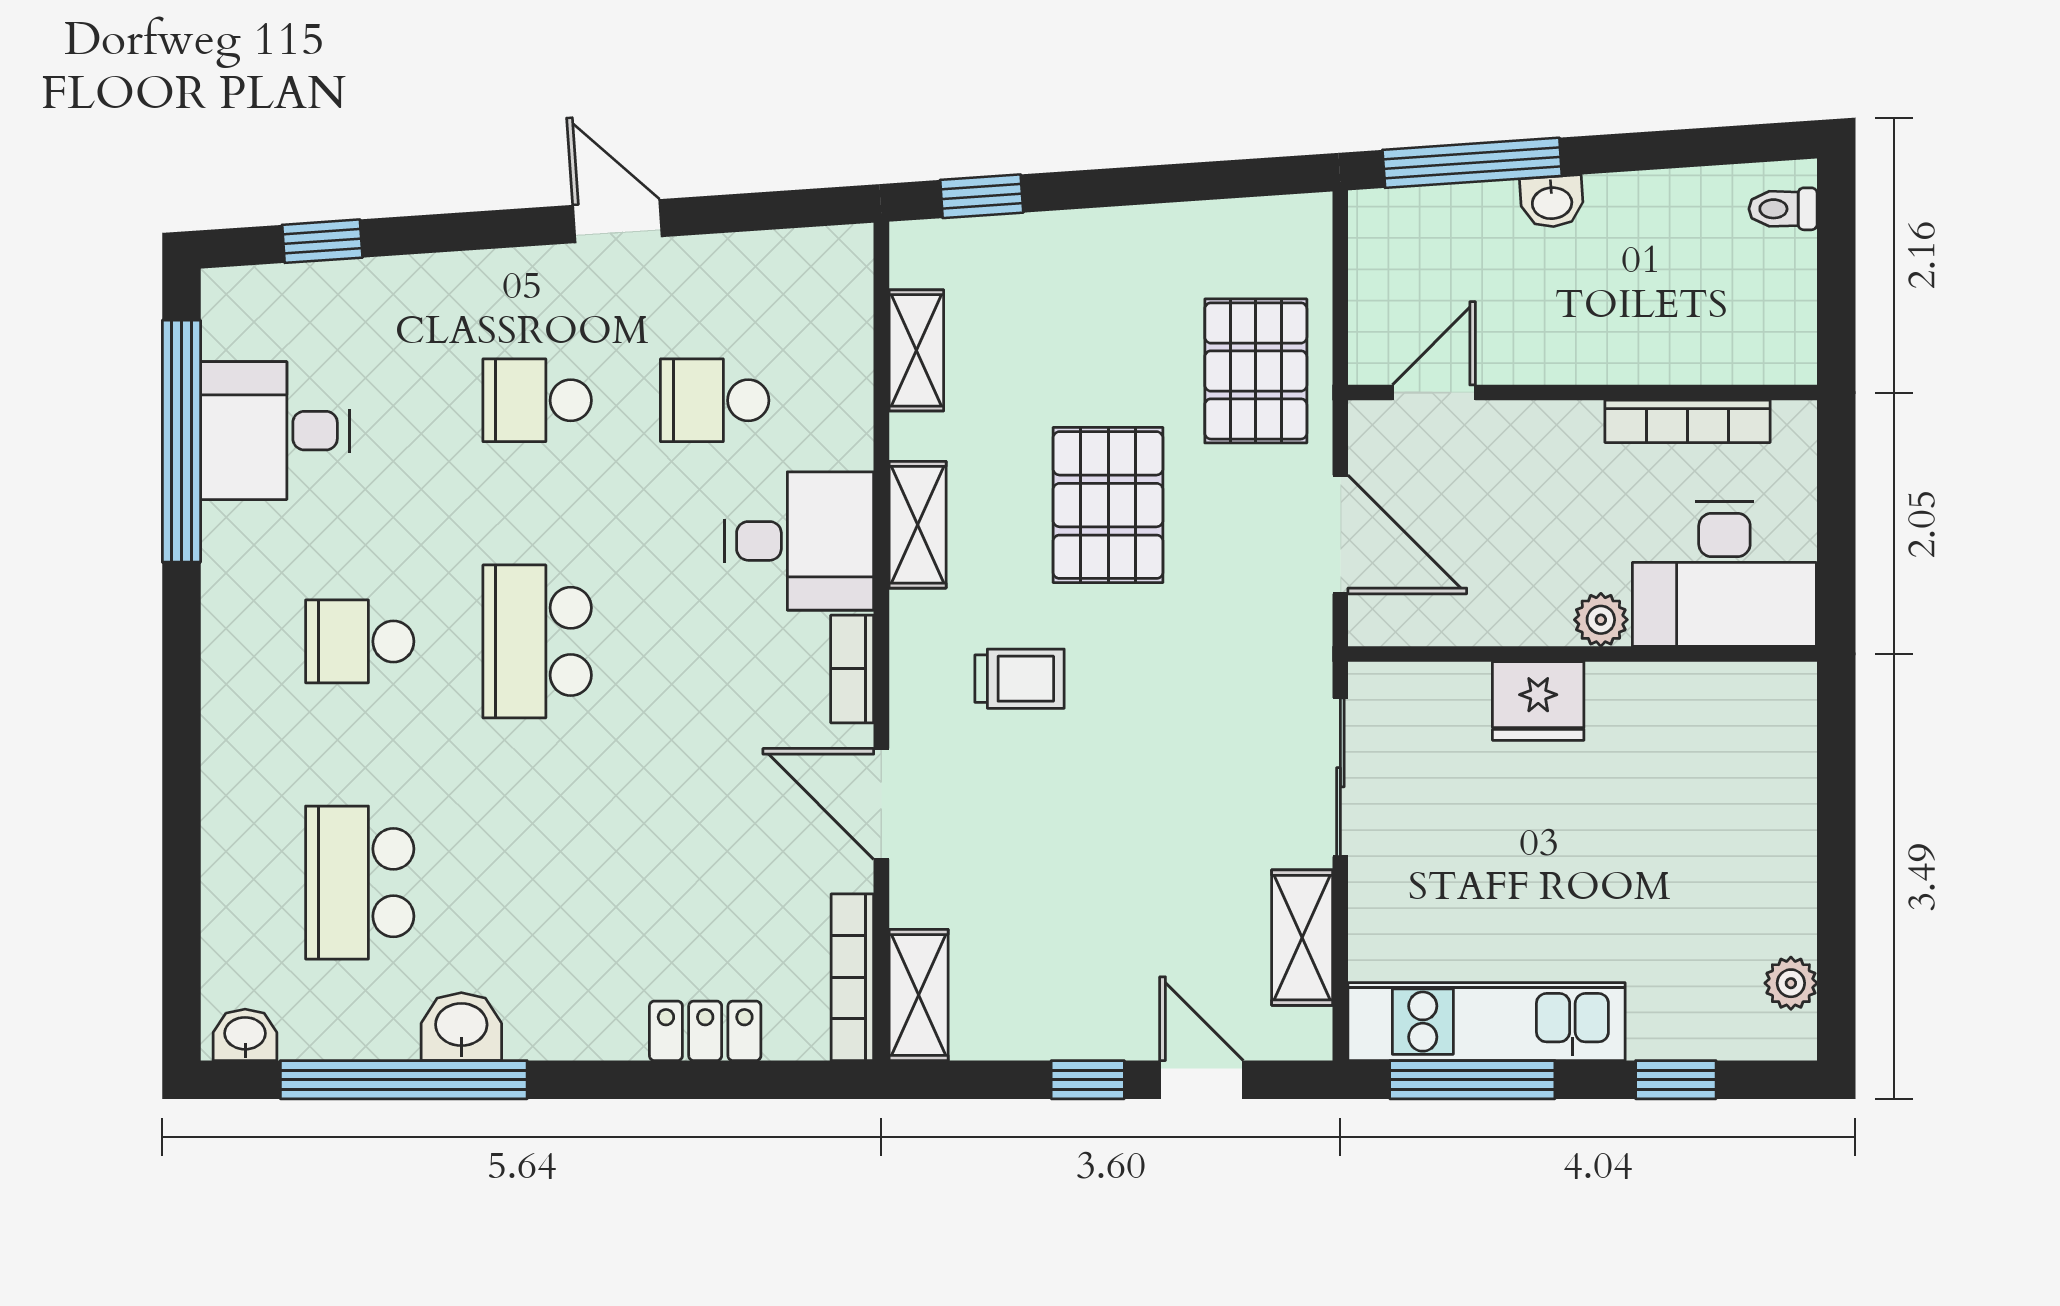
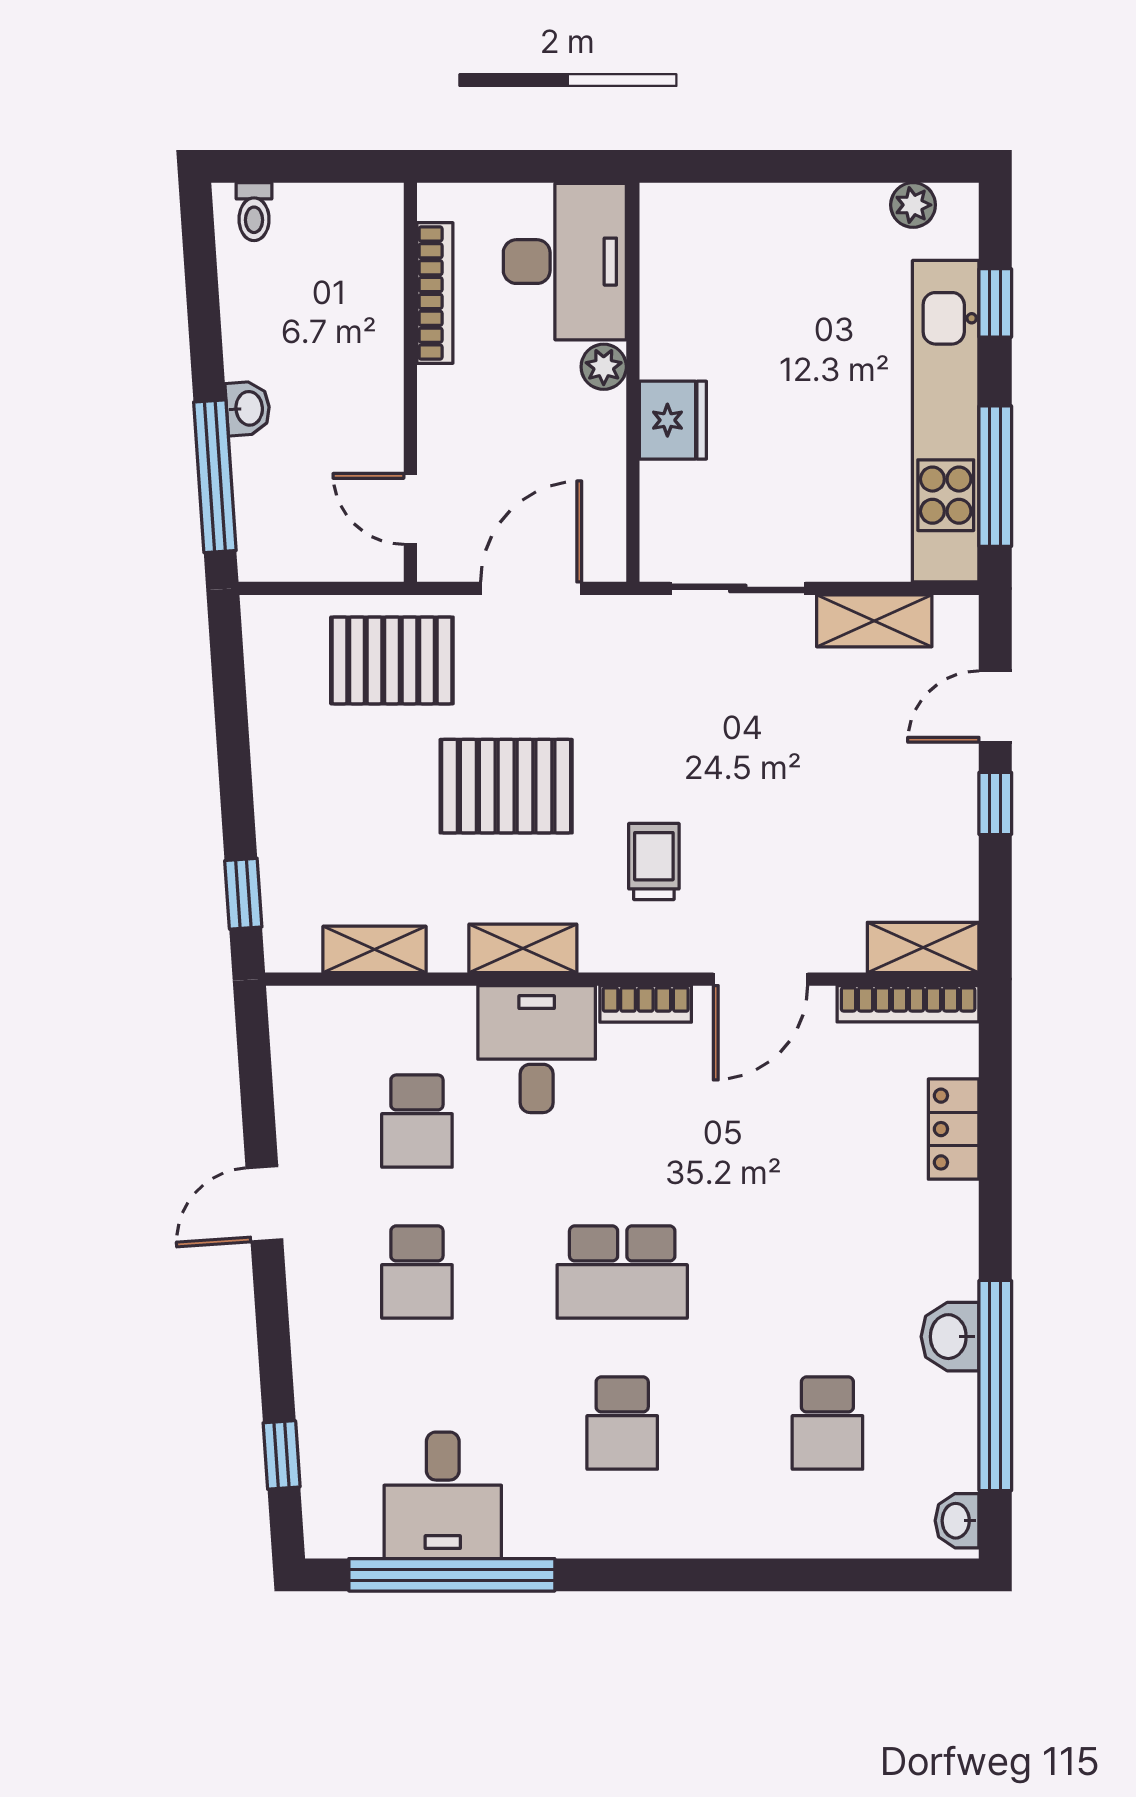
school desk: (360, 883) -> (827, 1423), width x0.54
kitchen unit: (1487, 1022) -> (946, 421), width x1.36

